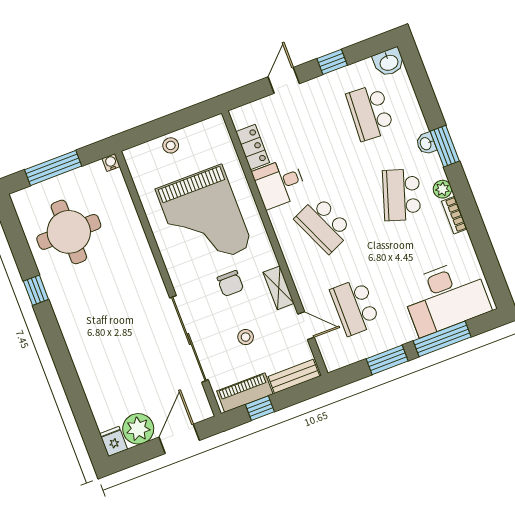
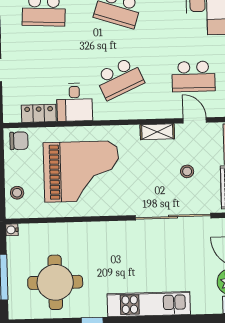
stool: (171, 145) -> (17, 193), moved
chair: (230, 283) -> (19, 141), moved
door: (306, 326) -> (195, 120), hinge flipped
kitchen unit: (81, 346) -> (149, 304), added

